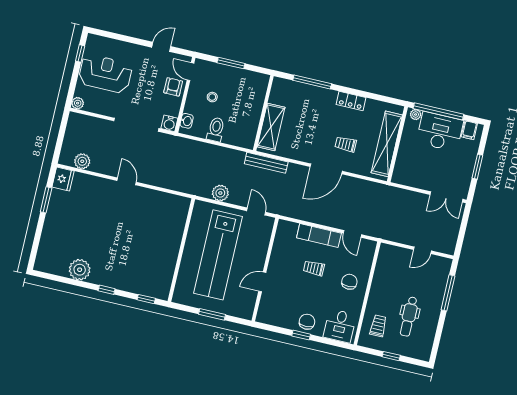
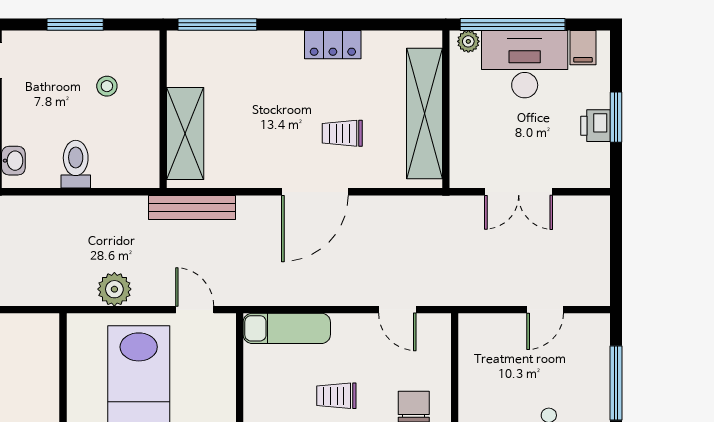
window: (312, 82) -> (217, 25), moved
stool: (212, 97) -> (107, 86), moved
printer: (467, 169) -> (596, 126), added
double door: (446, 197) -> (519, 192), moved
exam couch: (319, 236) -> (287, 328), moved

